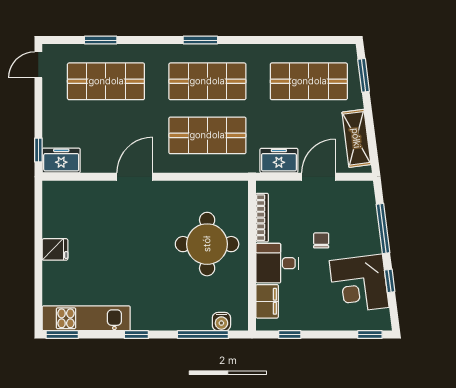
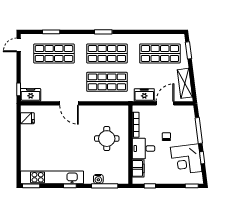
door: (135, 177) -> (69, 103), swing flipped
round table: (207, 244) -> (107, 139), width x0.73, depth x0.73
fridge: (55, 249) -> (27, 118), moved
kitchen unit: (86, 318) -> (52, 177), width x1.36
water cooler: (221, 322) -> (98, 179), moved

